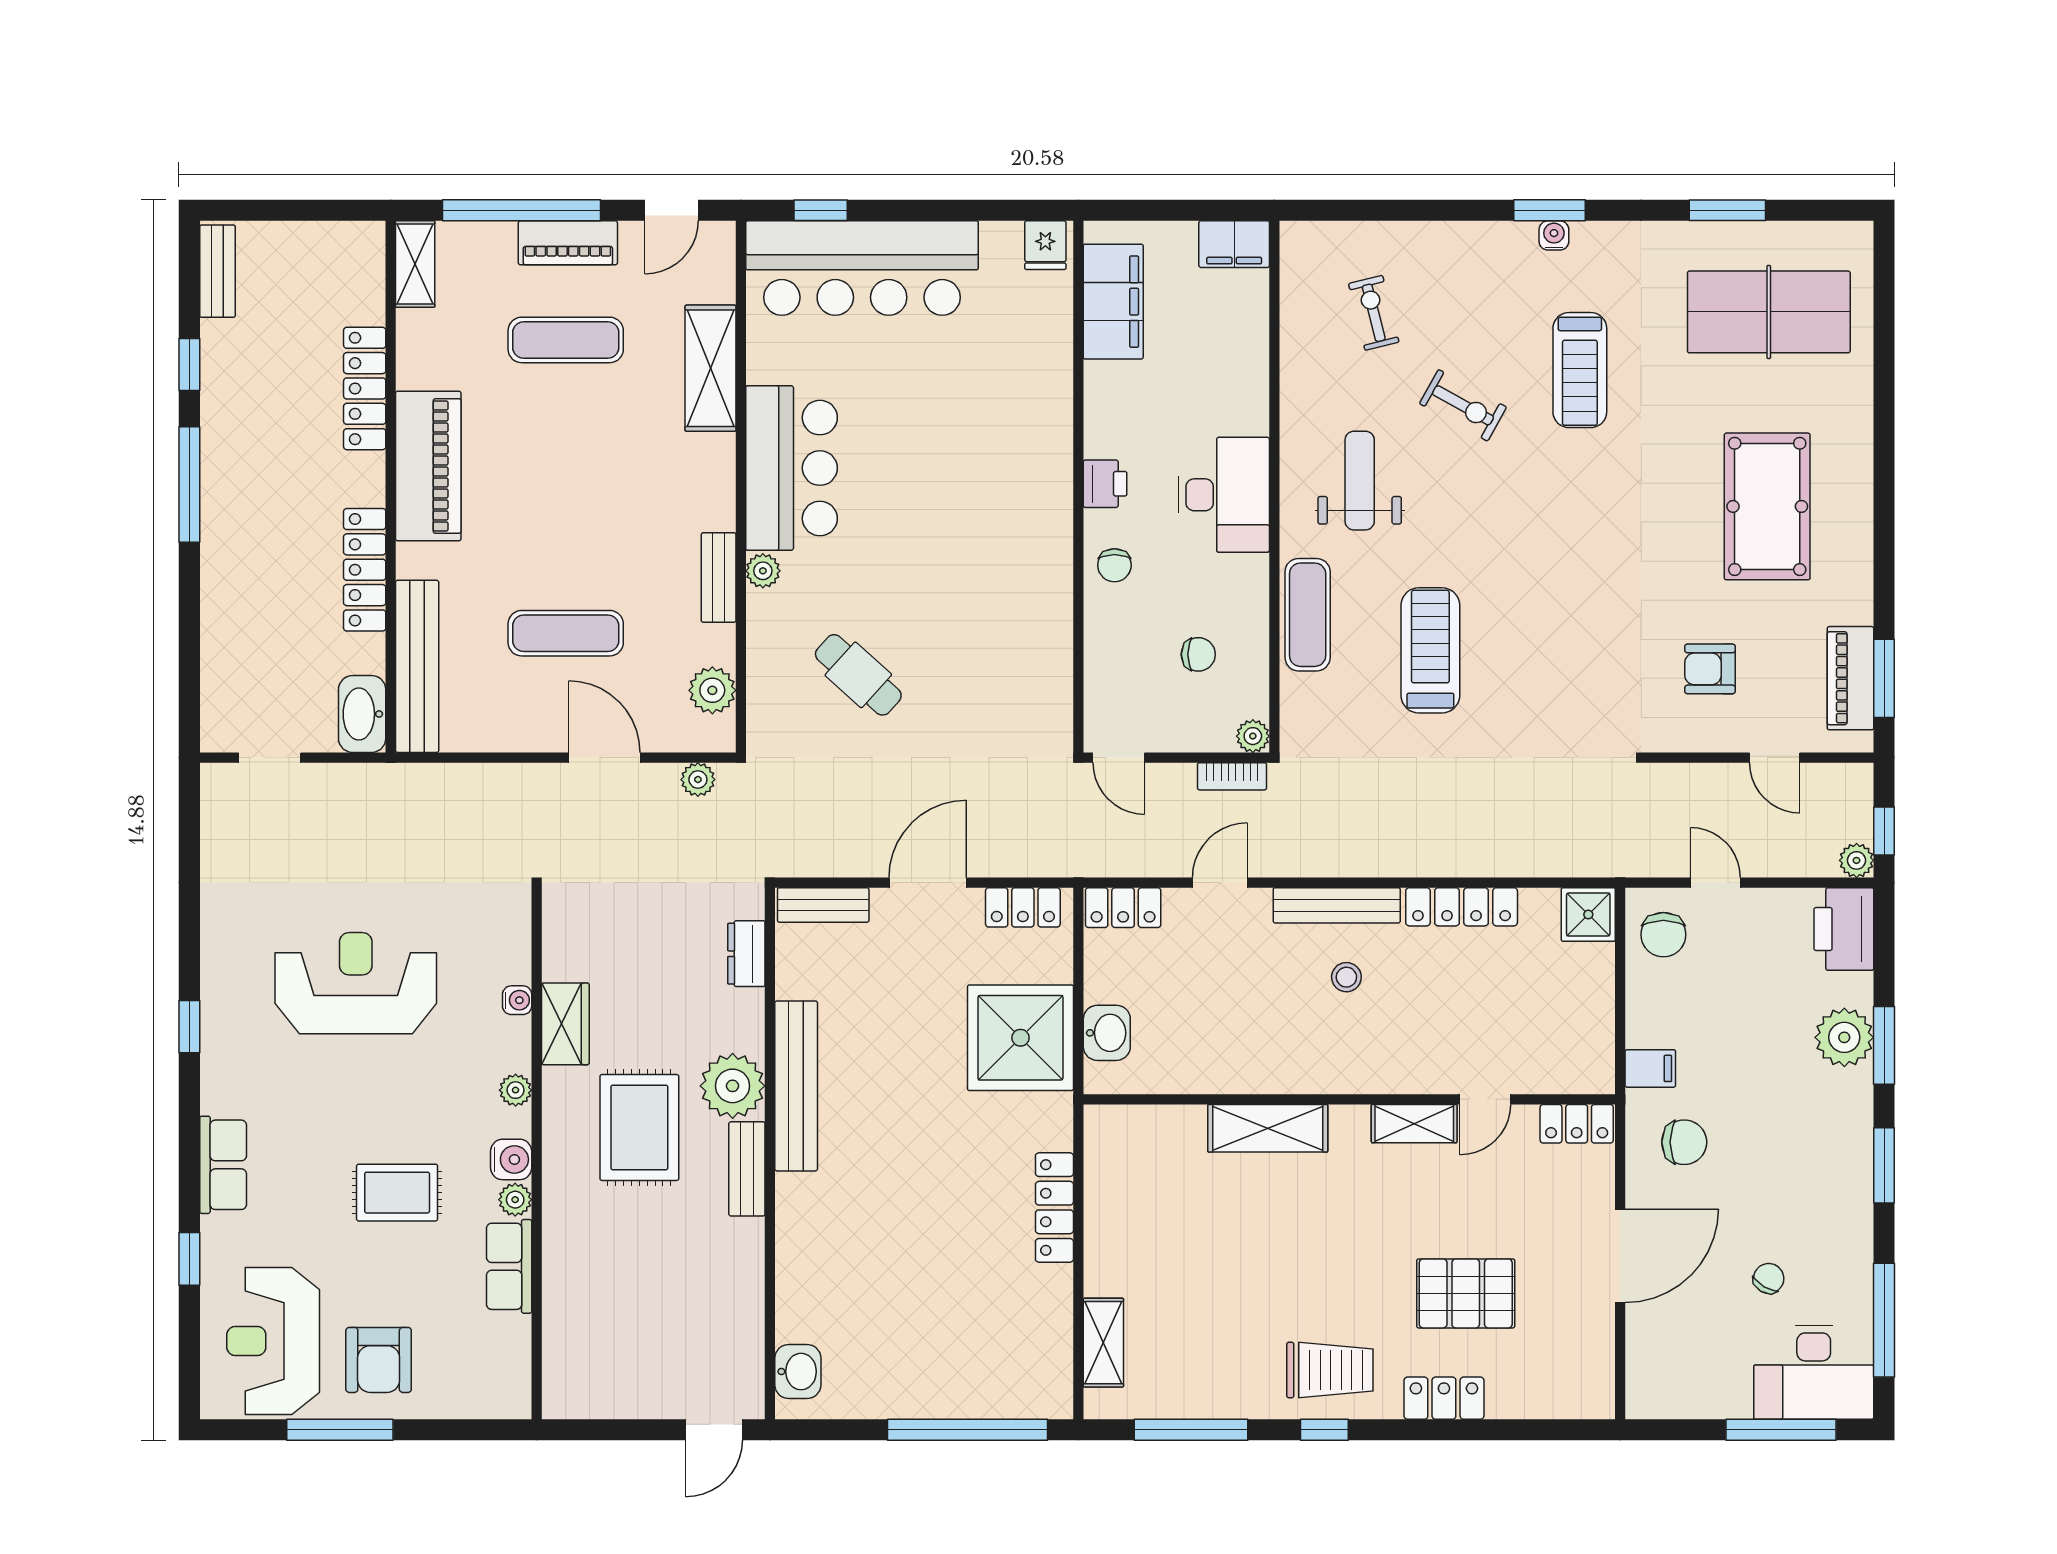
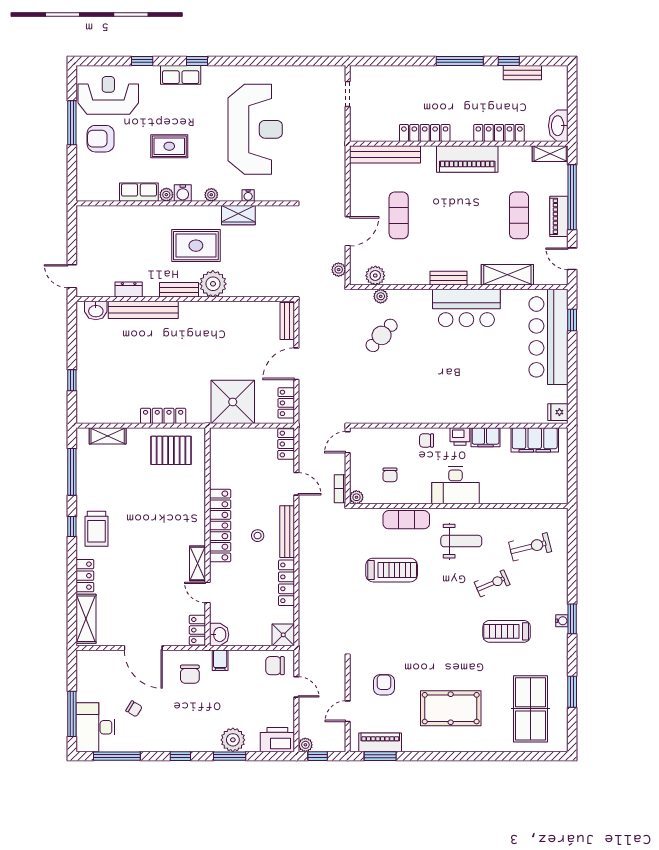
filing cabinet: (1234, 244) -> (486, 437), moved, turned -90
bench: (217, 271) -> (522, 73), moved
exercise bike: (1374, 313) -> (530, 547), width x1.38, depth x1.39
exercise bike: (1463, 405) -> (492, 583), turned -142
plant: (763, 571) -> (381, 296), moved
bench: (719, 578) -> (448, 278), moved
washbasin: (362, 714) -> (558, 126), moved, turned -90
door: (928, 883) -> (296, 364), swing flipped
door: (1715, 883) -> (296, 687), hinge flipped
dresser: (746, 954) -> (129, 289), moved
reception desk: (356, 983) -> (255, 129), width x1.36, depth x1.30
window: (189, 1027) -> (197, 61), moved
washbasin: (1107, 1033) -> (219, 635), moved, turned -90
locker: (1322, 1069) -> (220, 526), added
bench: (796, 1086) -> (143, 310), moved
shelving: (1268, 1128) -> (86, 619), moved
window: (1884, 1165) -> (180, 756), width x0.67
rug: (397, 1193) -> (169, 146), turned 90
pallet: (1466, 1293) -> (171, 450), moved, turned 90
window: (967, 1430) -> (72, 380), width x0.32

